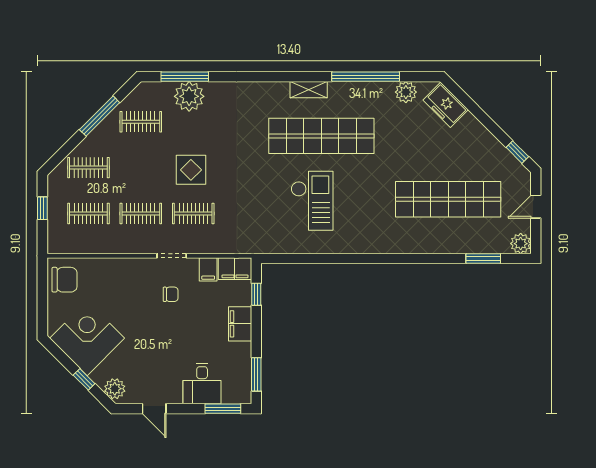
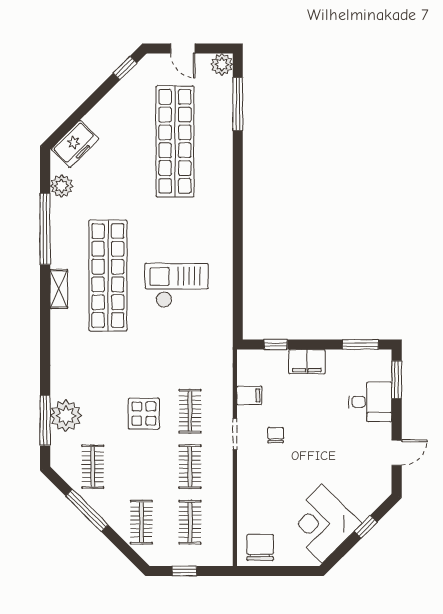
window: (483, 259) -> (238, 104), width x1.44
filing cabinet: (235, 269) -> (248, 367), removed
plant: (115, 389) -> (376, 494), removed

